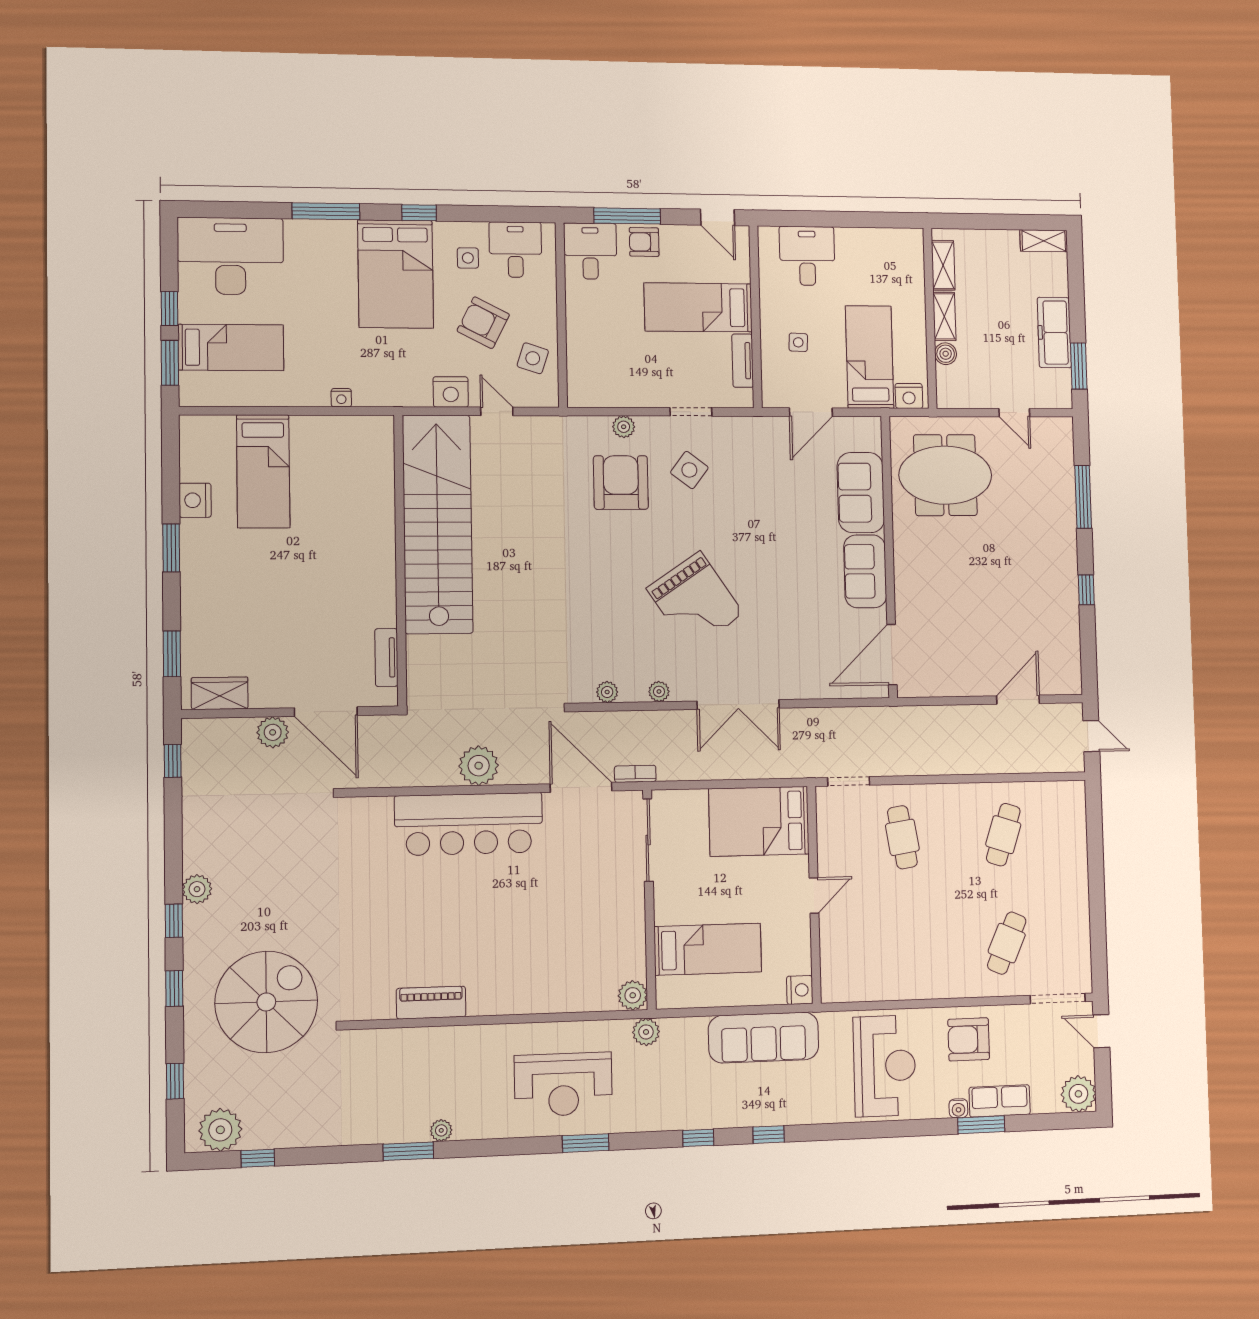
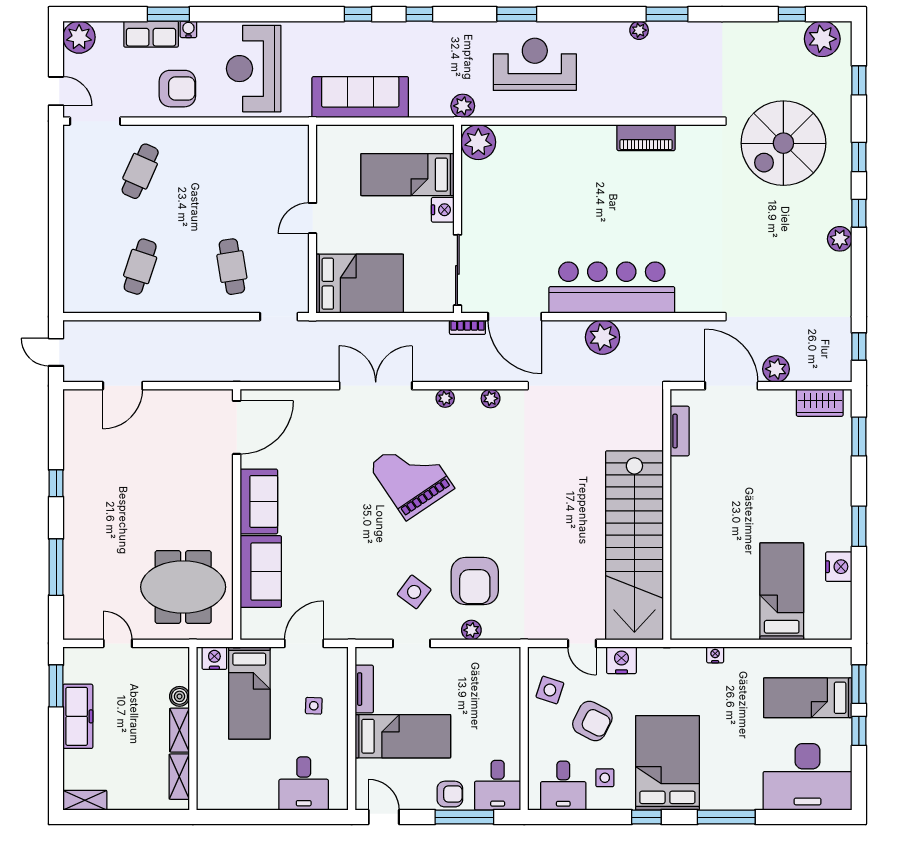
nightstand: (800, 990) -> (443, 210), moved, turned 180
plant: (633, 995) -> (478, 142), width x1.36, depth x1.36

